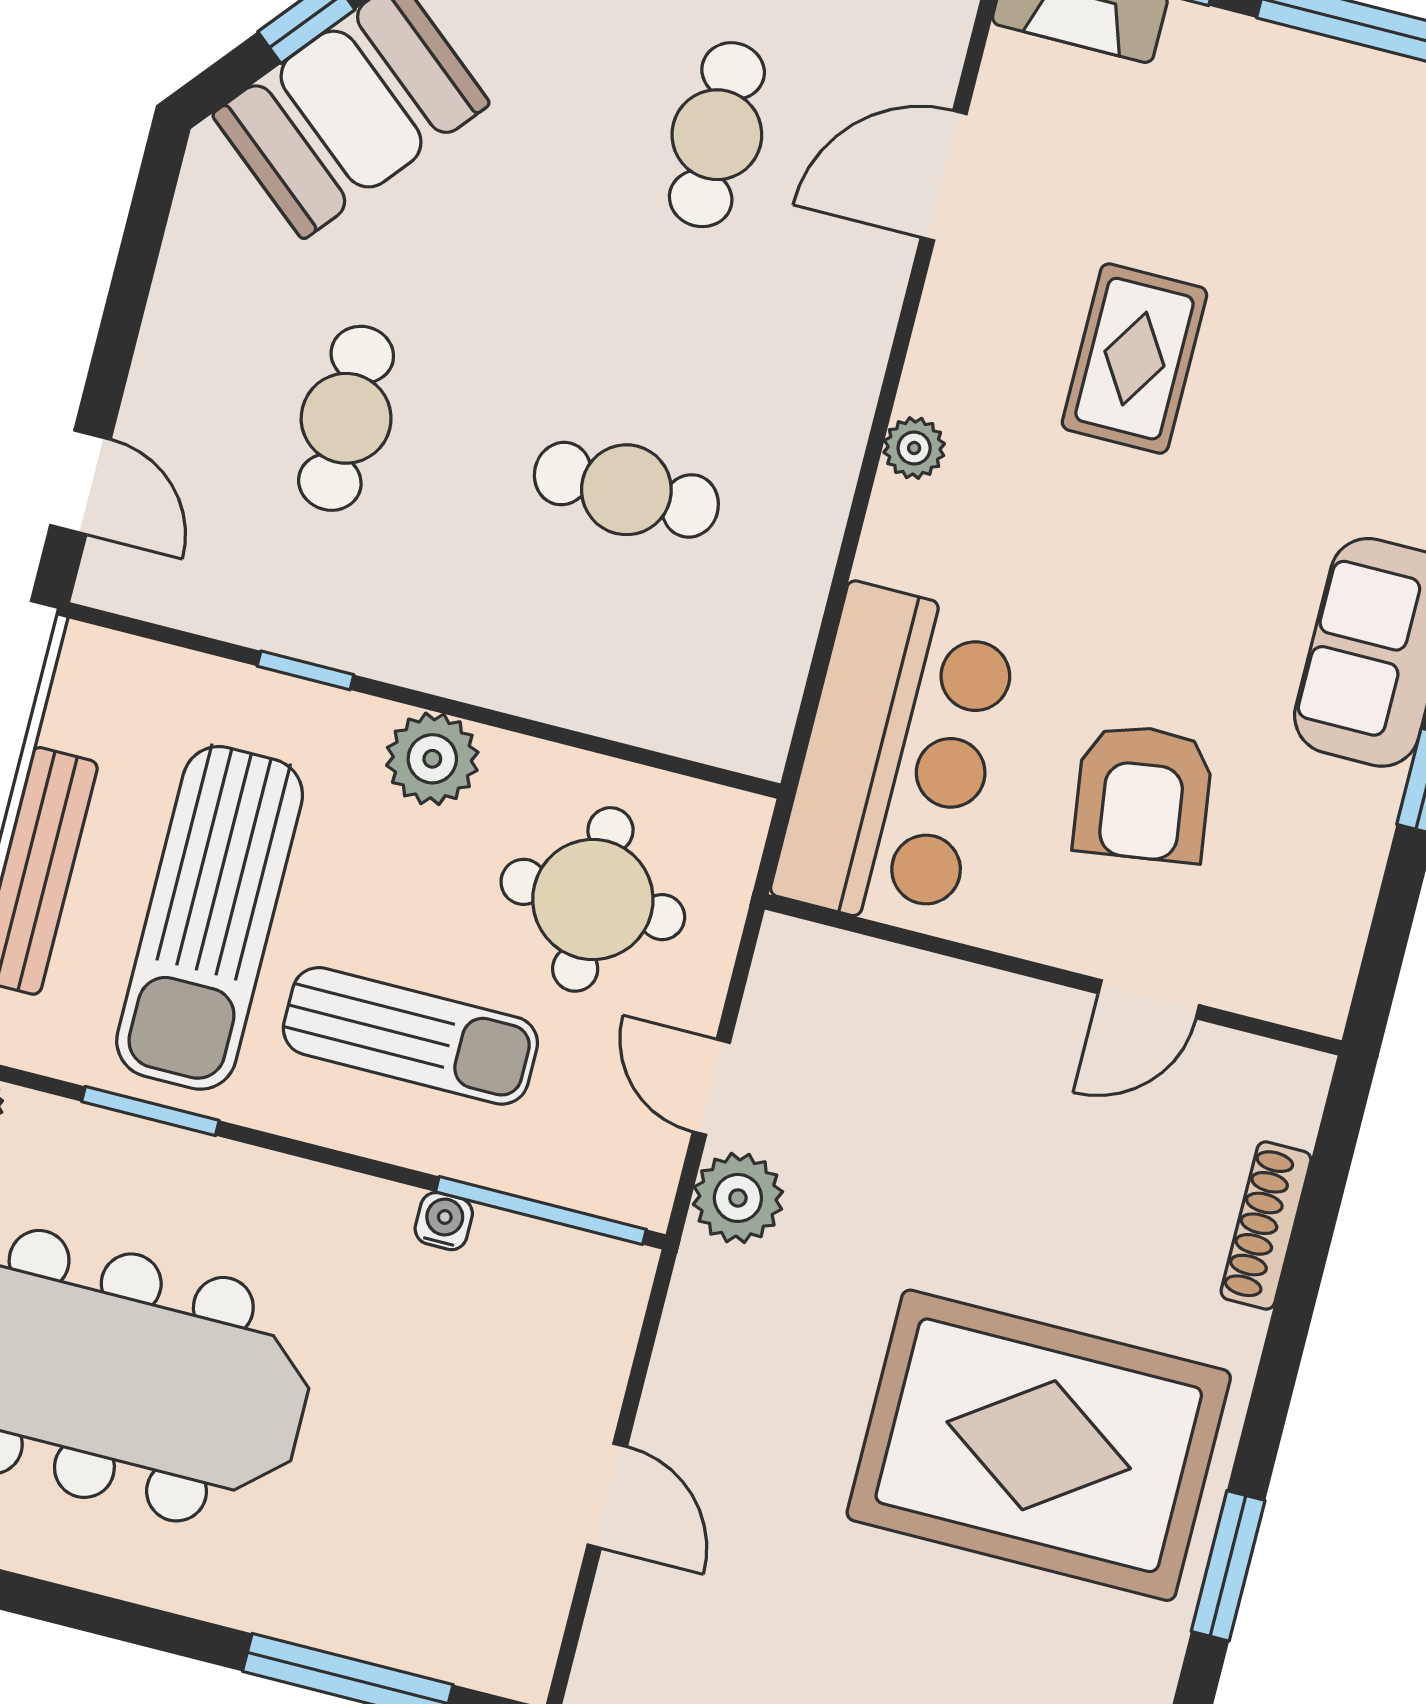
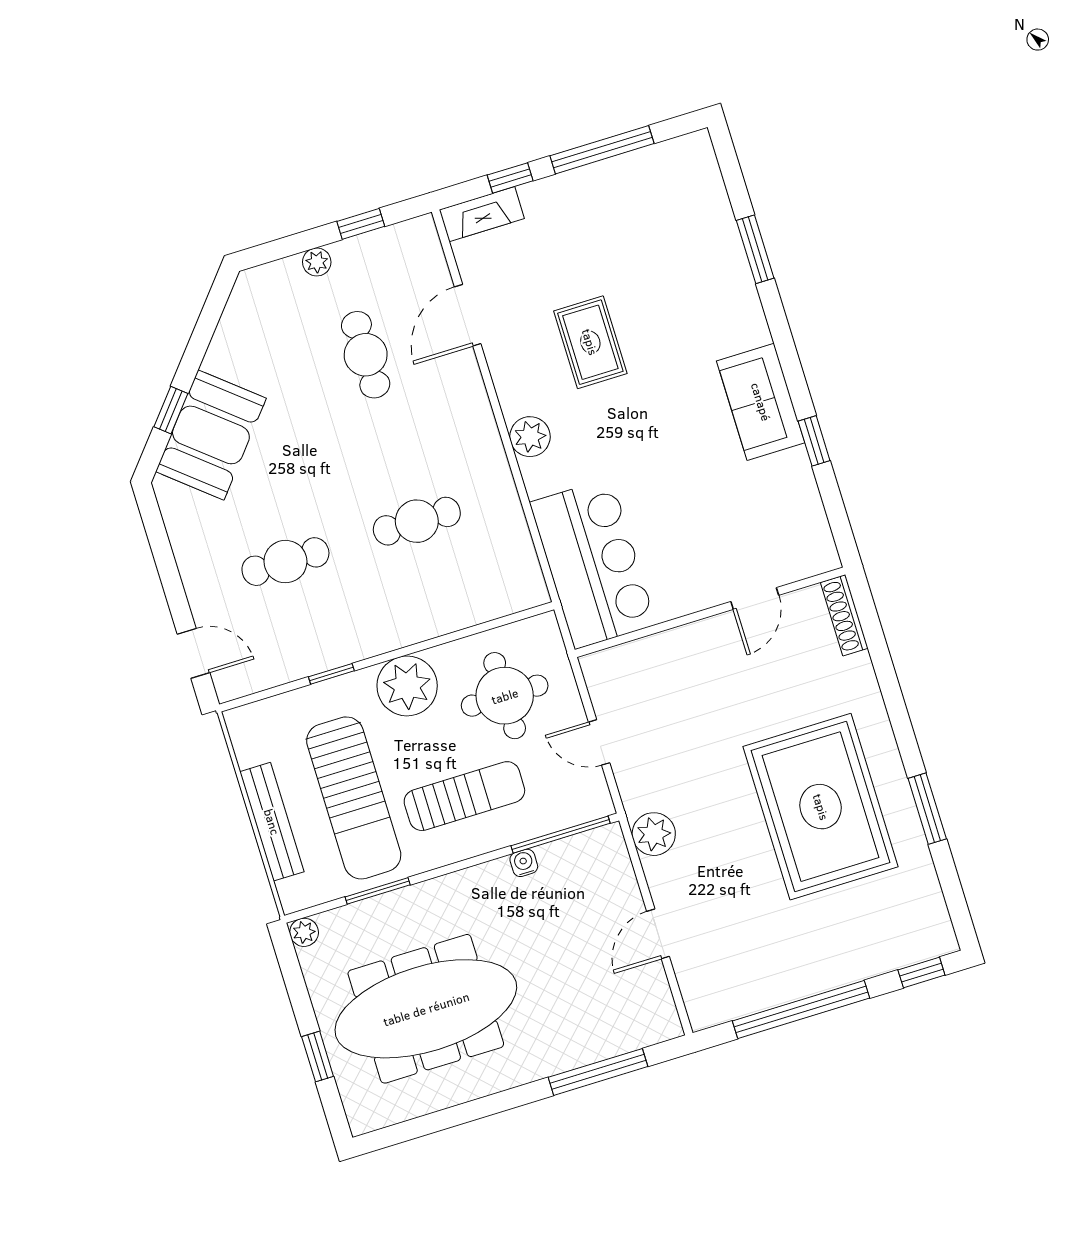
cafe table: (346, 418) -> (285, 562), turned 90
plant: (914, 448) -> (530, 437), width x1.38, depth x1.38
plant: (432, 759) -> (407, 686), width x1.36, depth x1.36
armchair: (1143, 793) -> (701, 516), removed
plant: (738, 1198) -> (654, 834), moved
shoe rack: (1266, 1225) -> (844, 615), moved
rug: (1039, 1445) -> (821, 807), turned 90
door: (607, 1496) -> (658, 934), swing flipped

